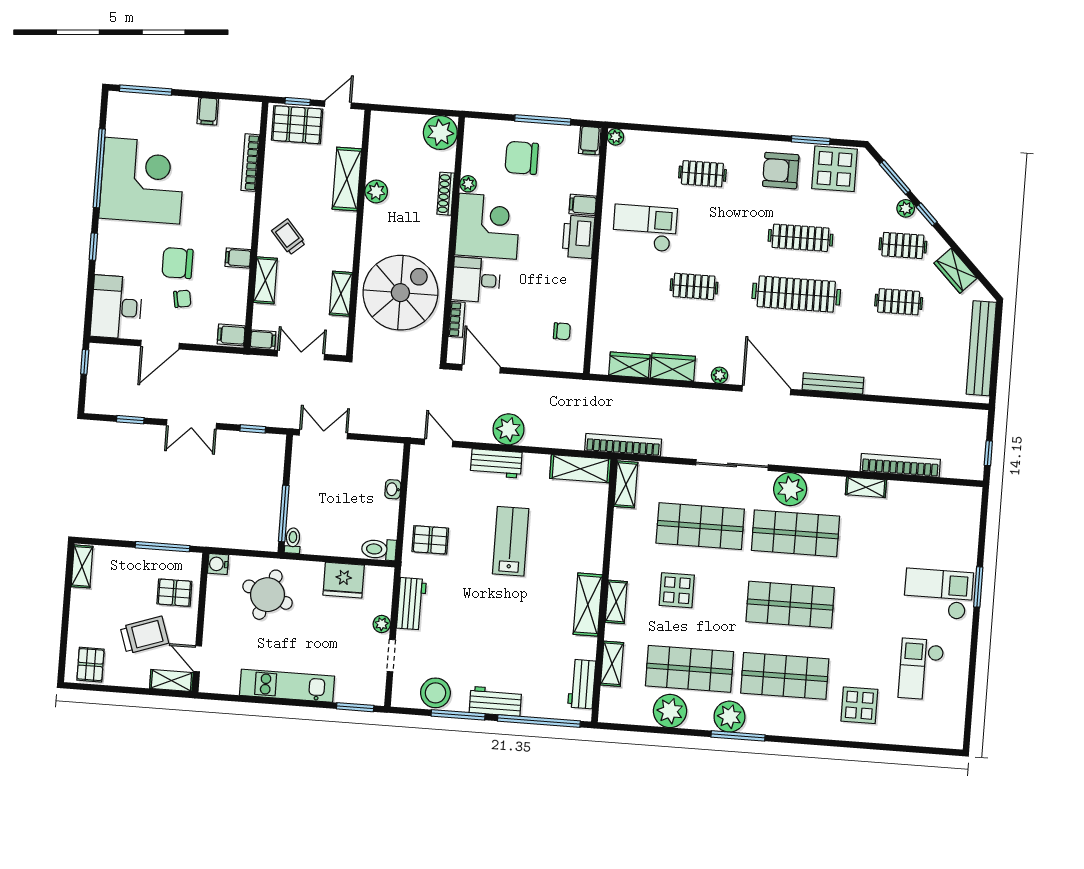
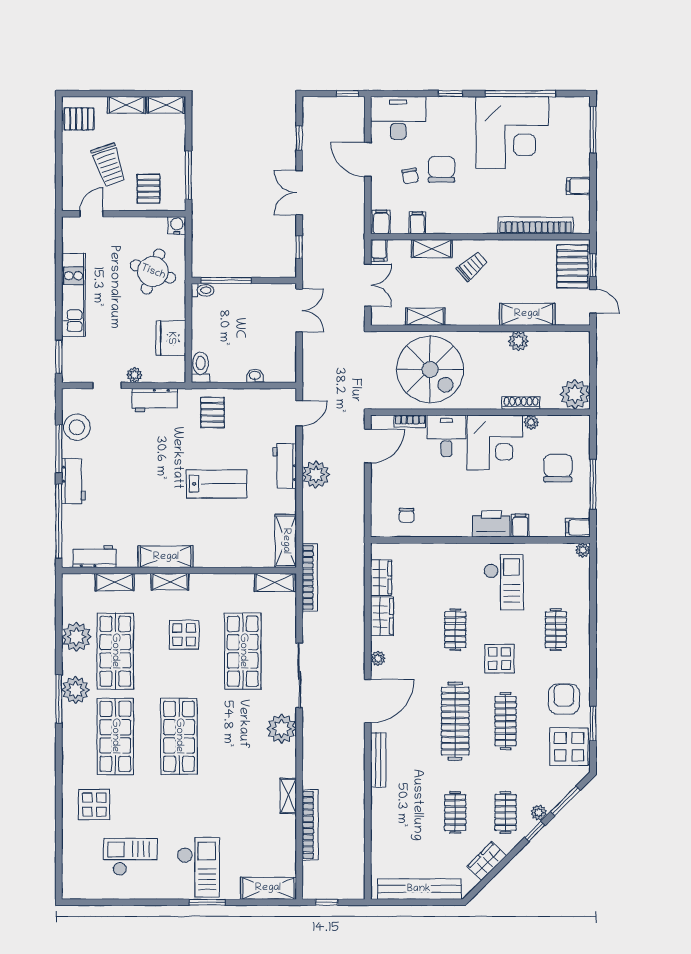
bookcase: (250, 163) -> (536, 225), width x1.48, depth x1.31
display table: (730, 239) -> (499, 659), added
filing cabinet: (238, 258) -> (417, 223), moved
shelving: (968, 517) -> (268, 888), added
shop shelf: (795, 533) -> (243, 736), removed
shelving: (171, 681) -> (127, 105), moved, turned 90

